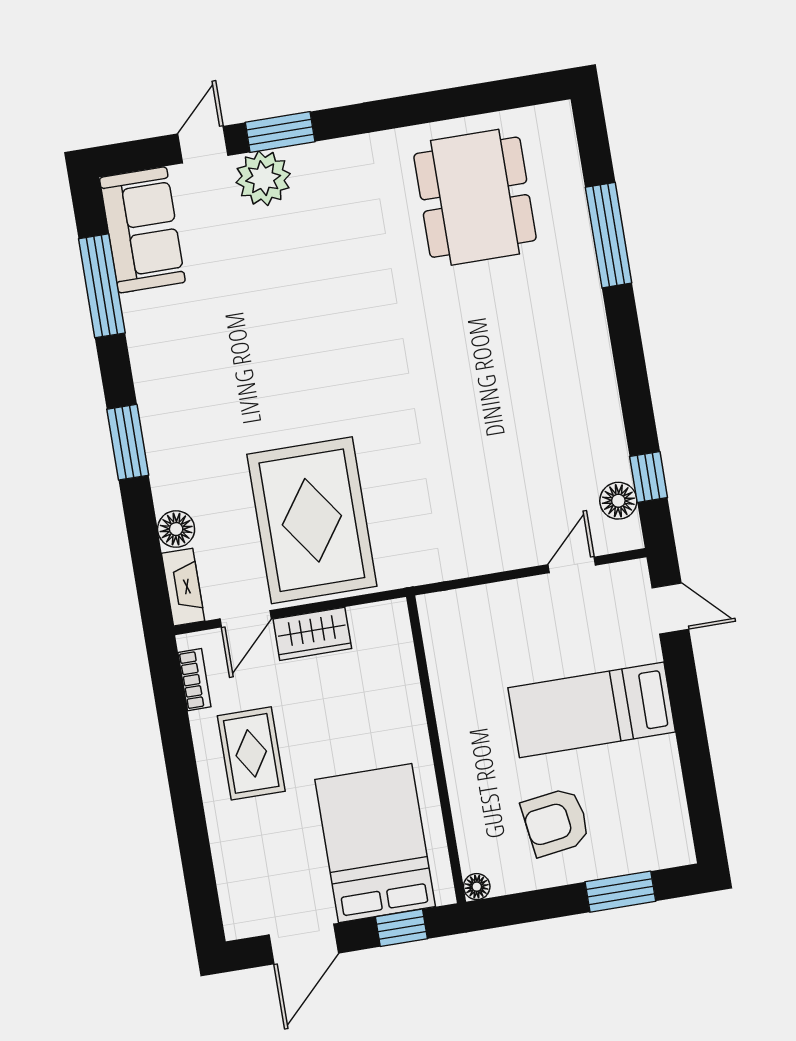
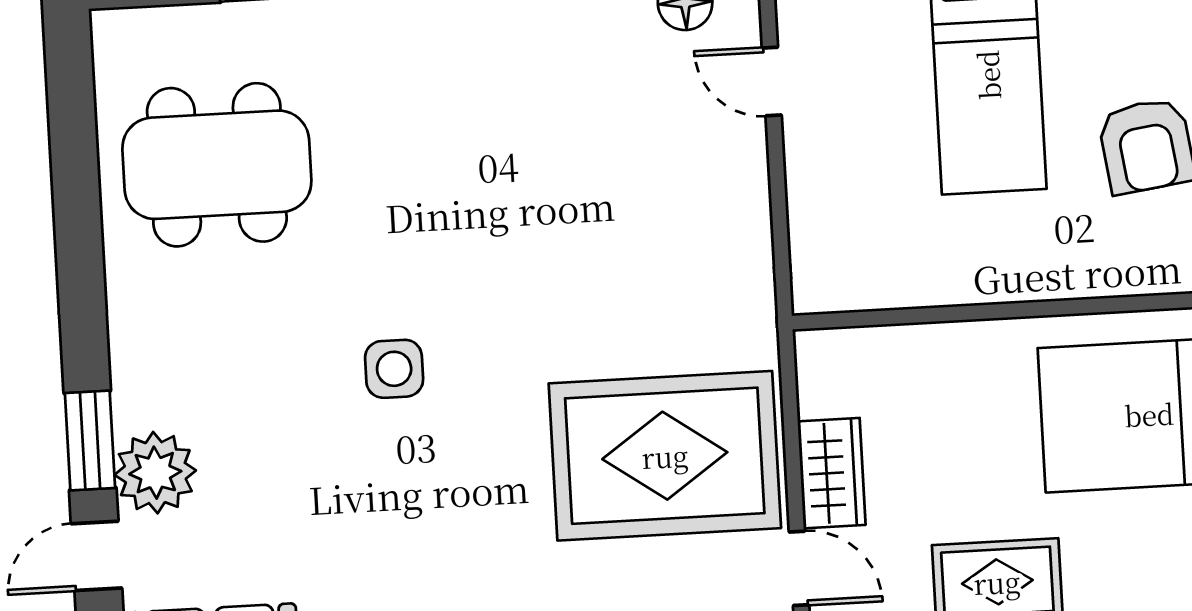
door: (203, 145) -> (96, 556), hinge flipped
side table: (351, 331) -> (394, 369), added

